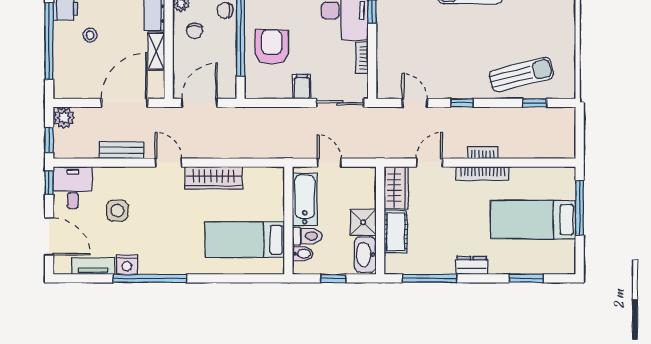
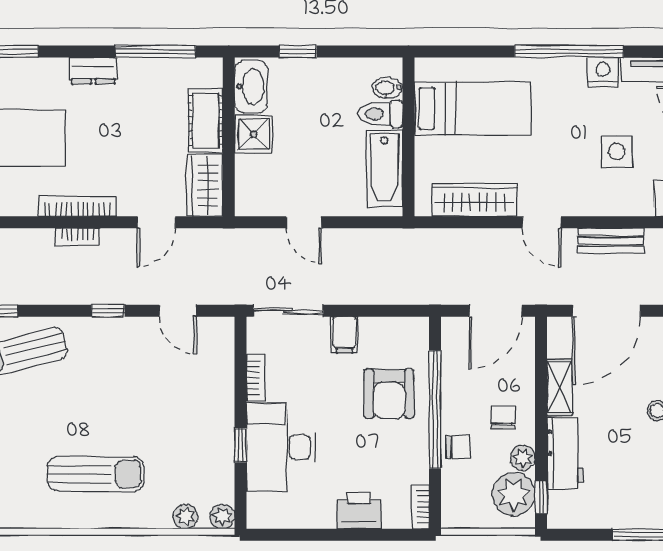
bathtub: (305, 199) -> (384, 168), moved
wall: (288, 221) -> (409, 137), moved
toilet: (307, 236) -> (381, 114), moved
bed: (245, 240) -> (473, 109), moved
bidet: (303, 254) -> (387, 88), moved

